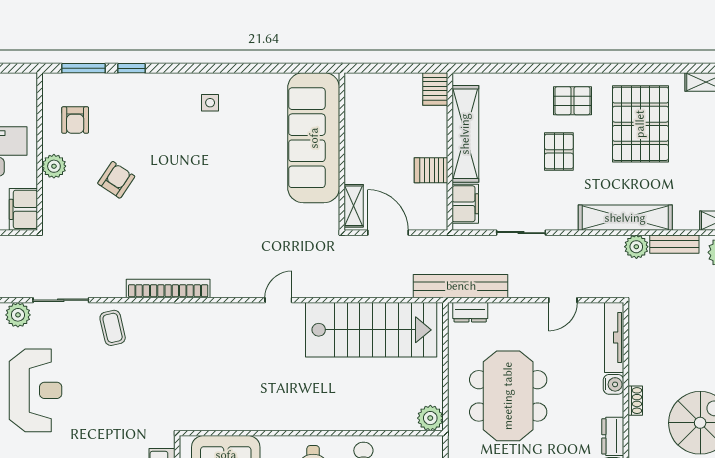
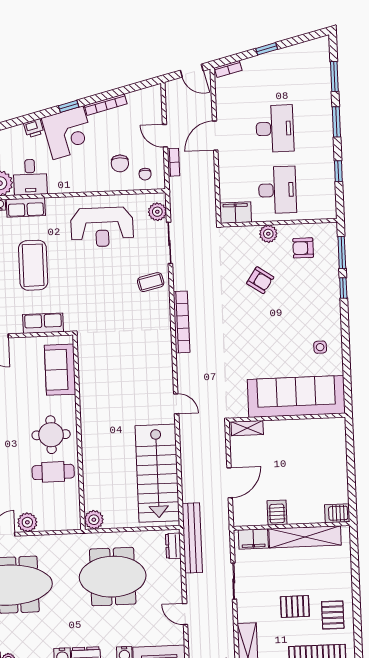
sofa: (314, 138) -> (296, 396), moved
wall: (342, 151) -> (287, 418), moved
shelving: (354, 206) -> (247, 428), moved

